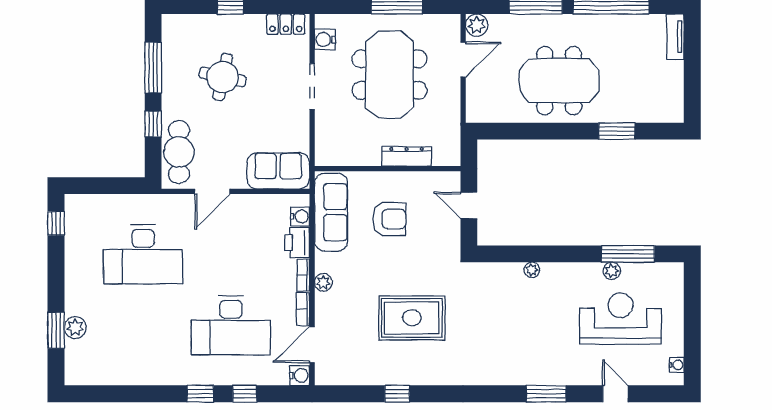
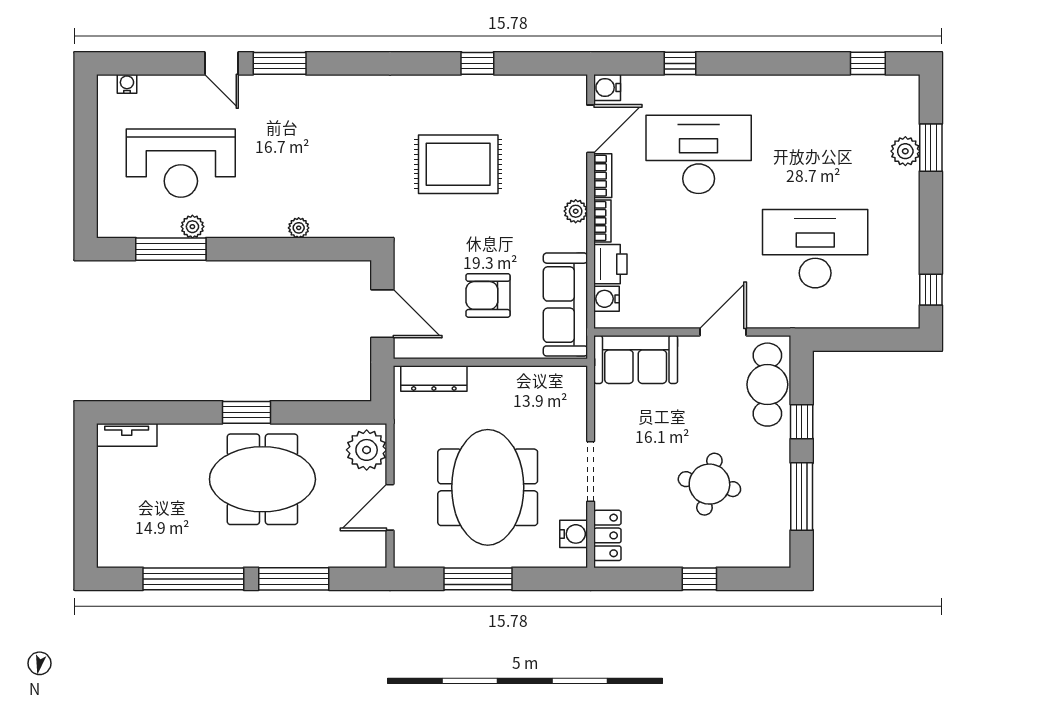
locker: (286, 24) -> (607, 535), moved, turned 90
plant: (477, 25) -> (367, 450), moved, width x1.36, depth x1.36
tv unit: (675, 37) -> (127, 435), moved, turned 90
window: (617, 131) -> (247, 412), moved
dresser: (407, 157) -> (434, 378), moved
door: (469, 205) -> (382, 314), width x1.38
water cooler: (677, 365) -> (127, 84), moved, turned 90
window: (200, 394) -> (868, 63), moved
door: (615, 394) -> (222, 63), moved

